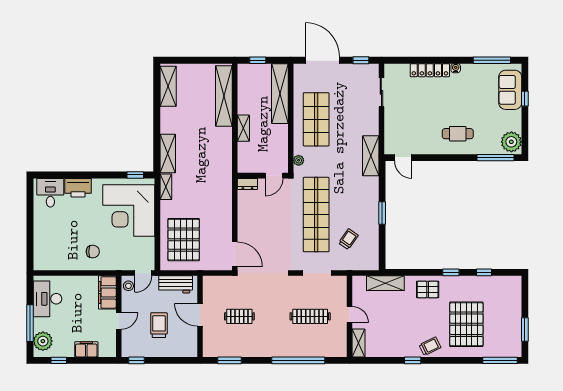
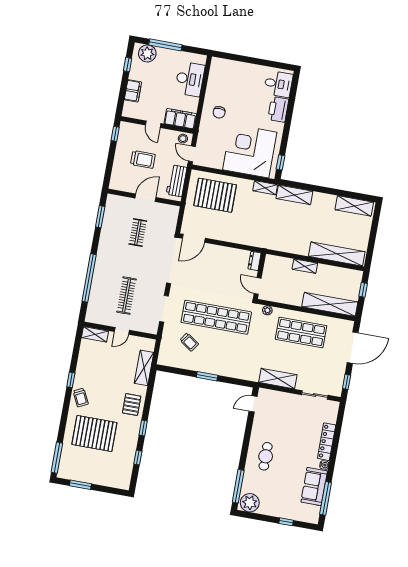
sofa: (510, 90) -> (314, 487), moved, turned -90
shelving: (371, 156) -> (278, 379), moved
desk: (47, 299) -> (190, 79), moved, turned 90

